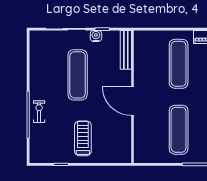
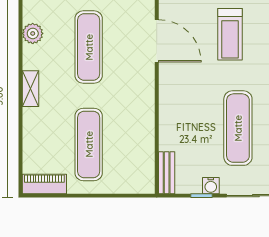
bench: (126, 50) -> (167, 173), width x0.73
door: (133, 101) -> (157, 41), moved

